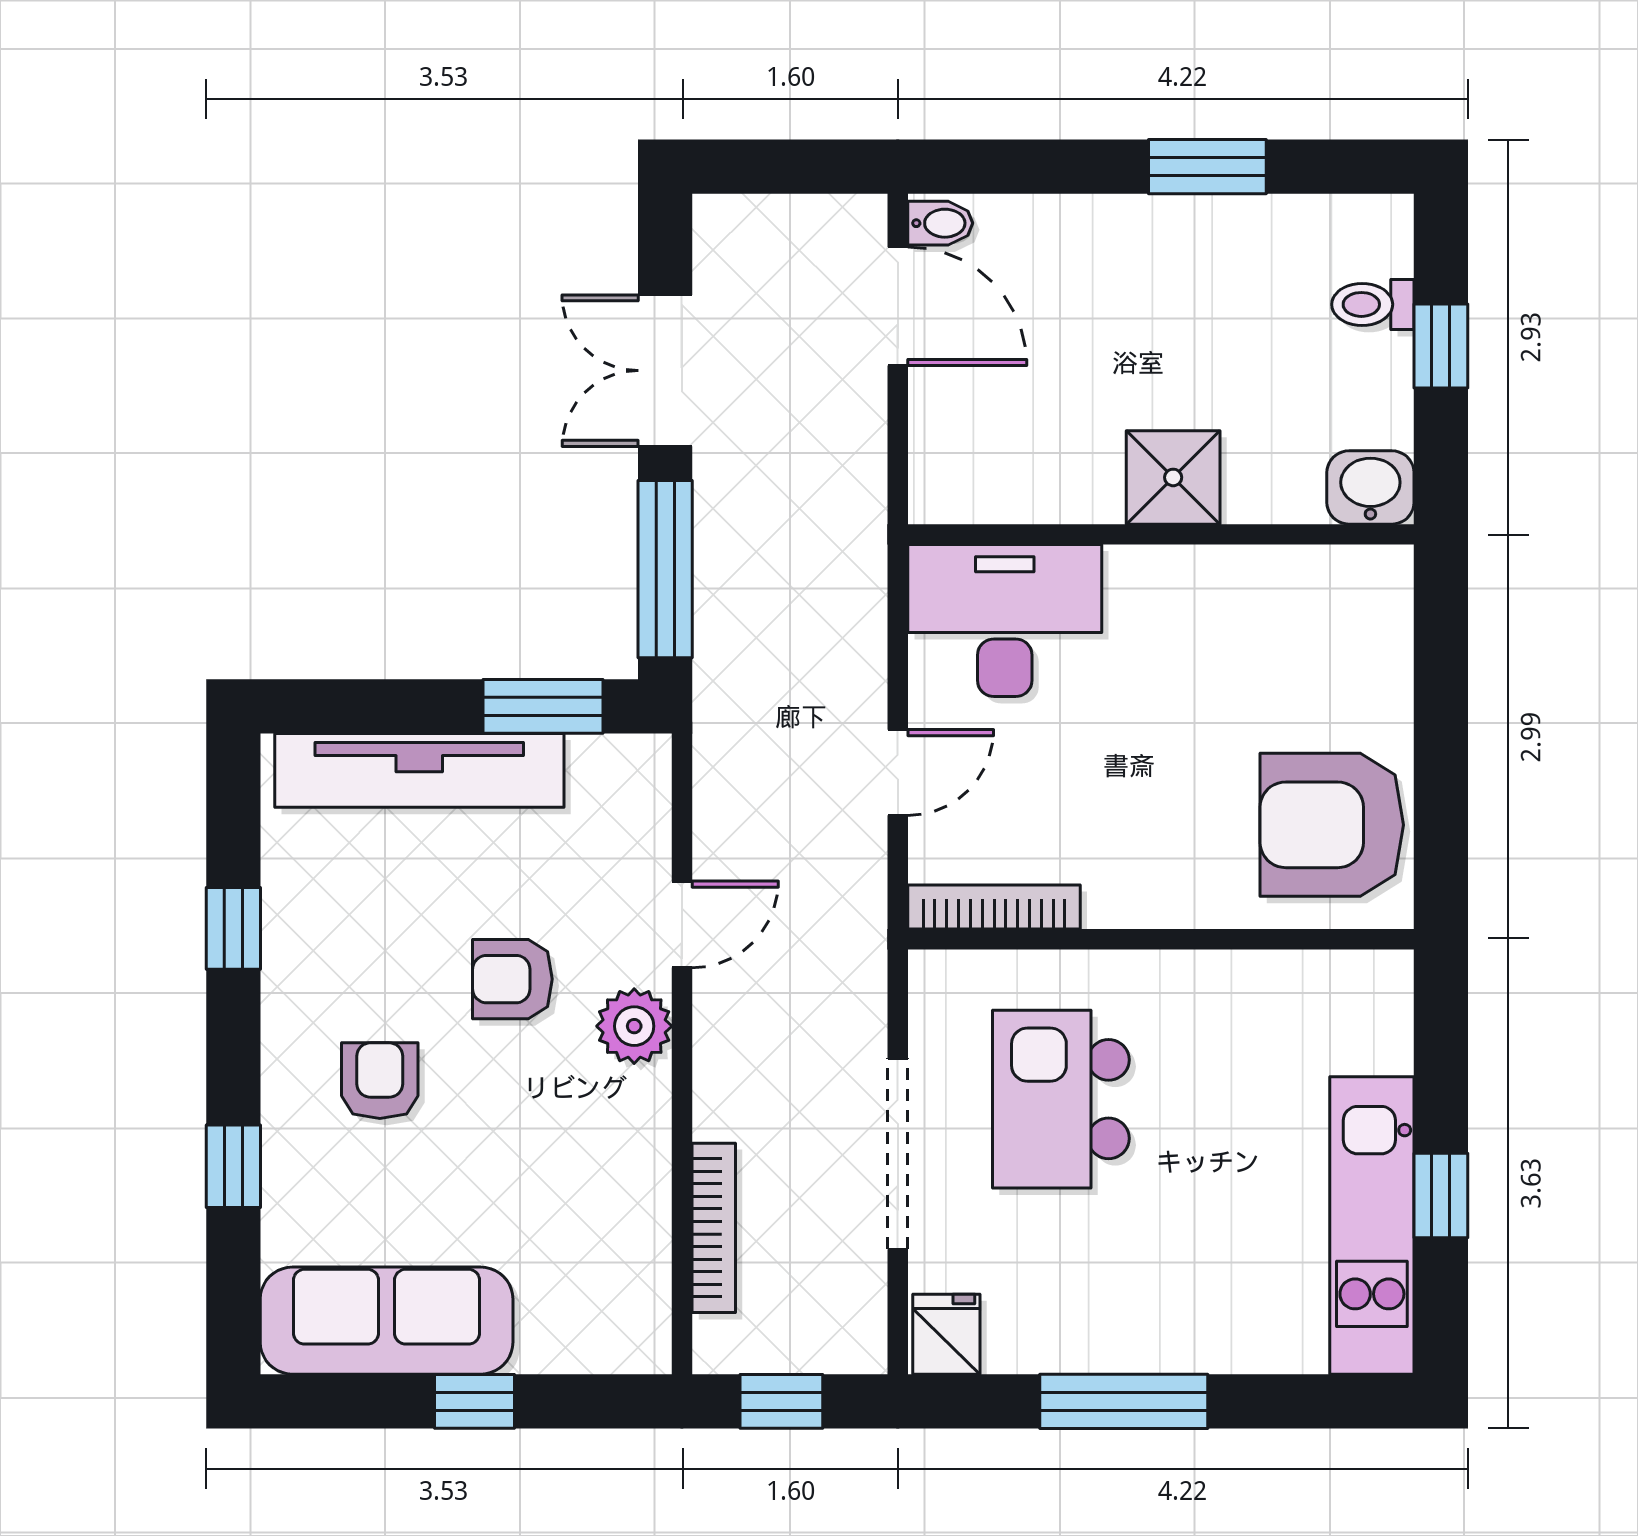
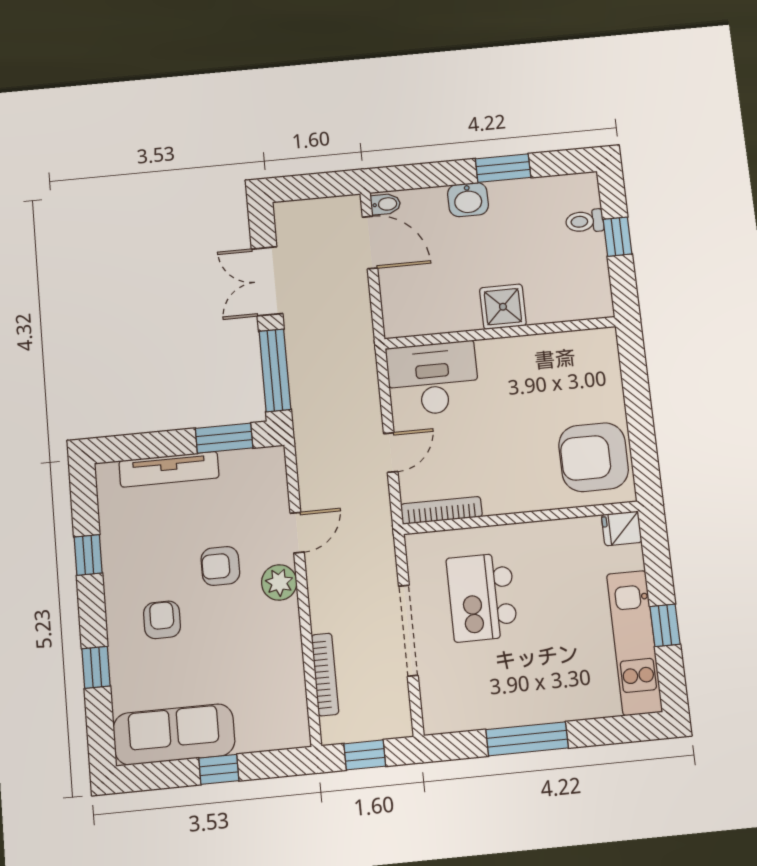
washbasin: (1370, 487) -> (468, 200), moved, turned 180
tv unit: (419, 770) -> (169, 469), width x0.73, depth x0.78
fridge: (946, 1334) -> (622, 528), moved, turned -90

